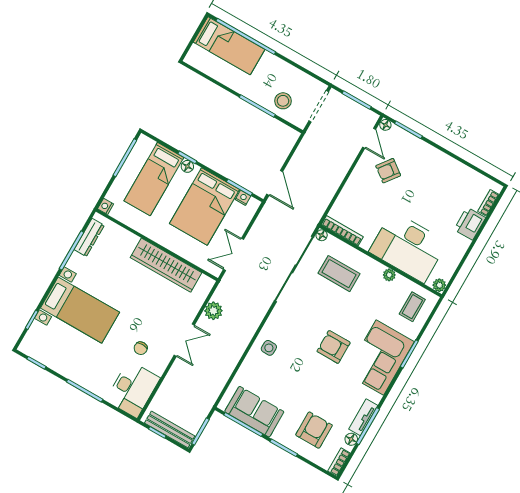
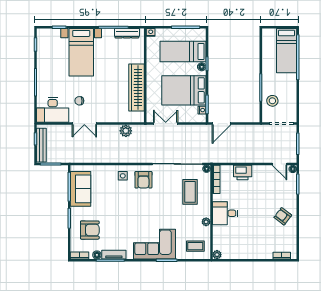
door: (369, 138) -> (279, 164), hinge flipped
armchair: (388, 171) -> (283, 216), moved
printer: (470, 224) -> (243, 172), moved, turned 180
desk: (408, 247) -> (225, 213), width x0.53, depth x0.77
double door: (184, 340) -> (84, 124), moved
armchair: (334, 347) -> (143, 180), moved, turned 180

